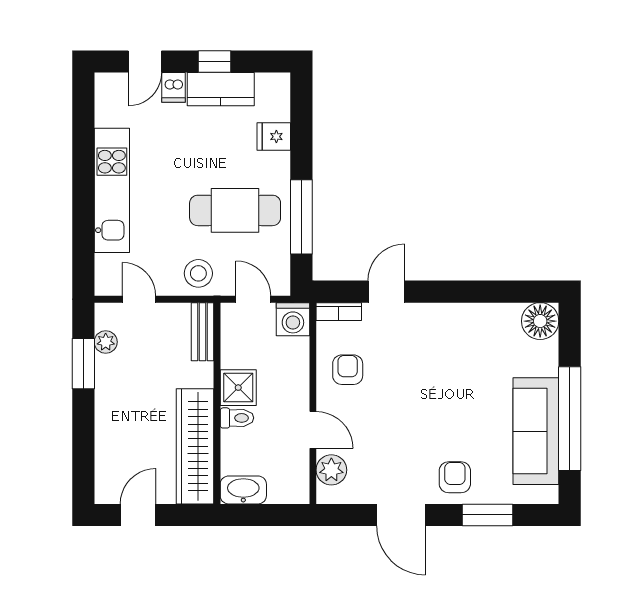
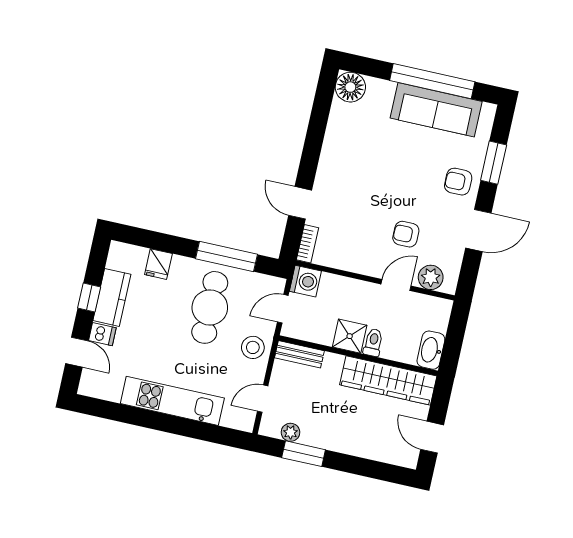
armchair: (348, 370) -> (406, 234), moved

